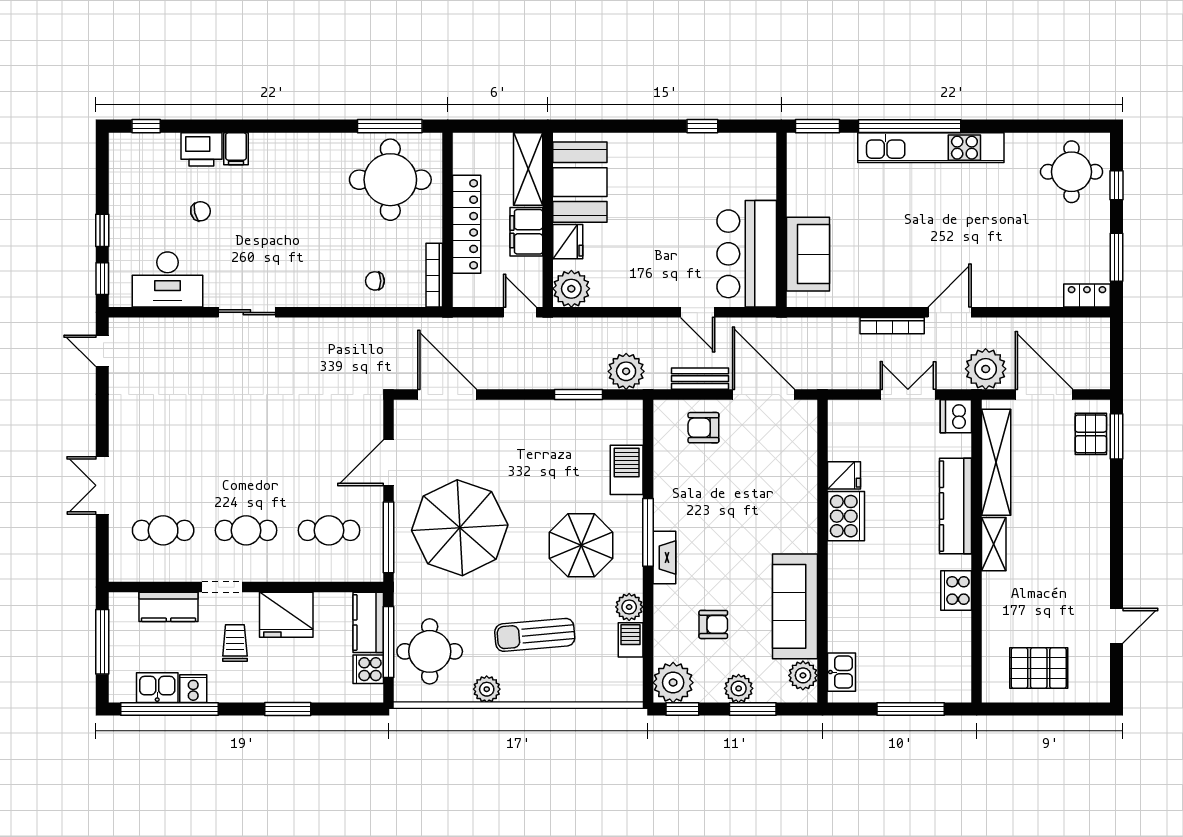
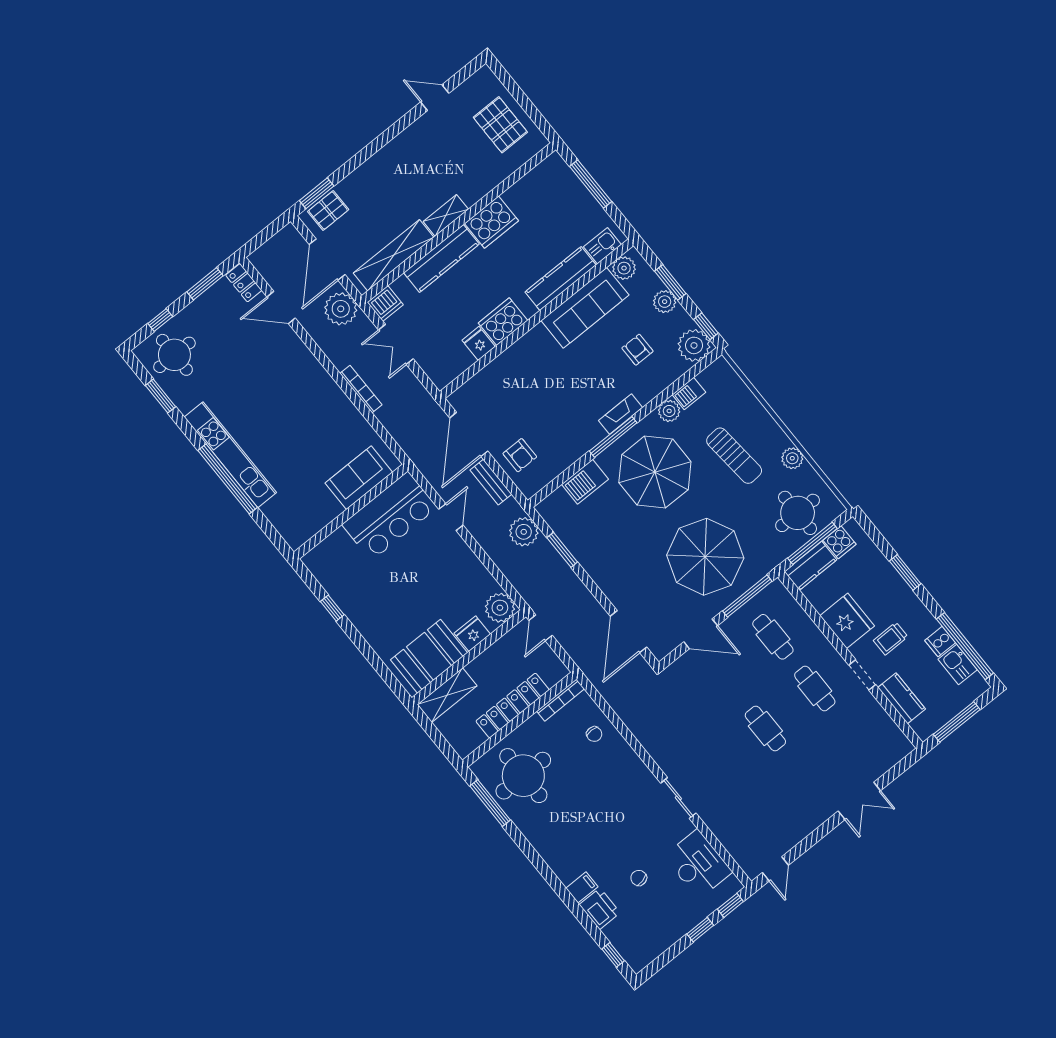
window: (818, 126) -> (161, 396), moved
filing cabinet: (526, 232) -> (487, 665), removed
door: (950, 312) -> (281, 308), moved
cafe table: (163, 530) -> (765, 729), moved
parasol: (581, 545) -> (655, 472), width x1.36, depth x1.36
cooker: (956, 590) -> (492, 222), width x1.37, depth x1.31
kitchen counter: (843, 606) -> (561, 278), added

